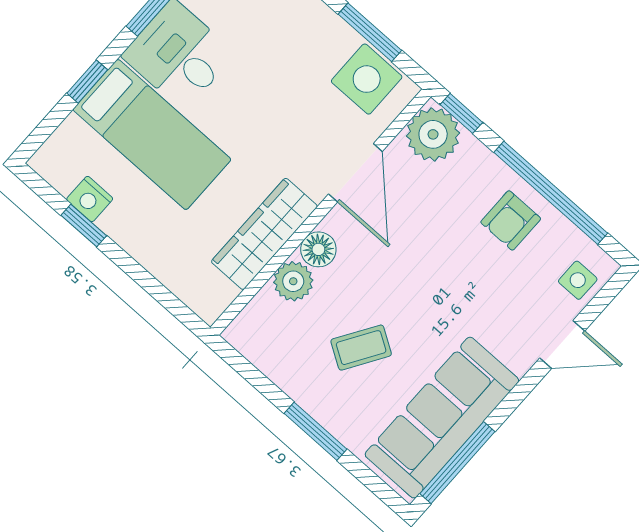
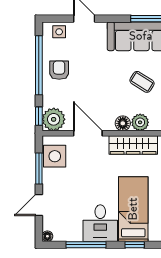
door: (355, 173) -> (88, 133), hinge flipped
armchair: (511, 220) -> (59, 70), turned -90

